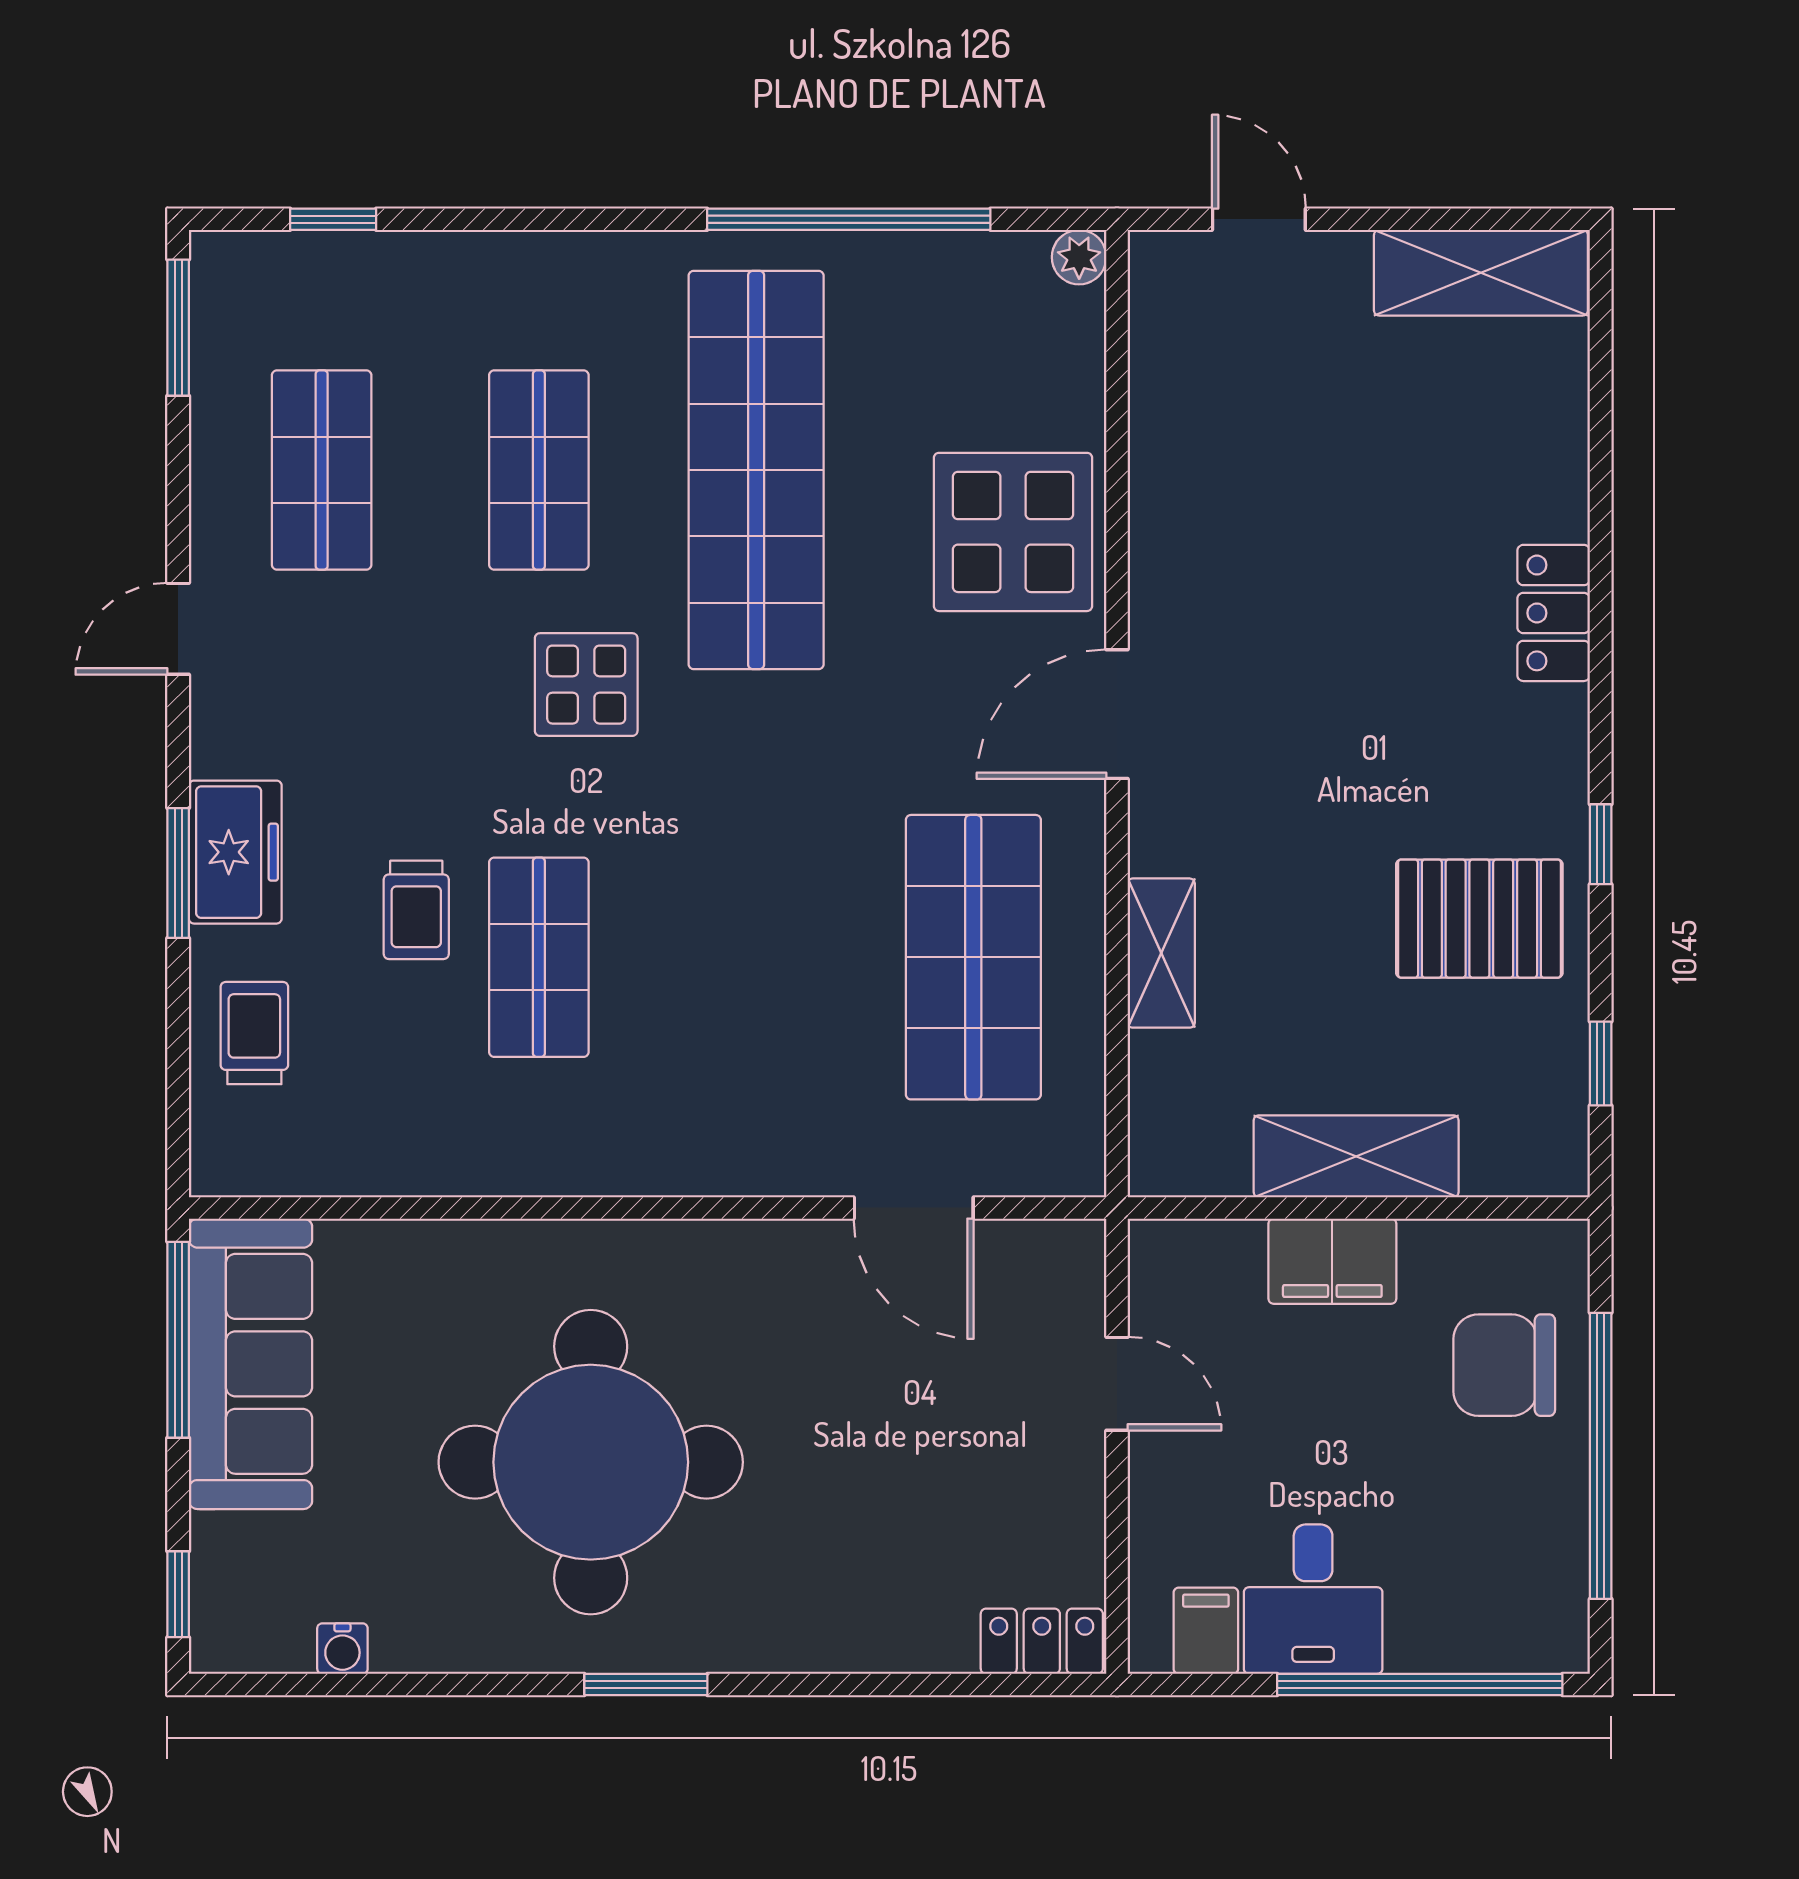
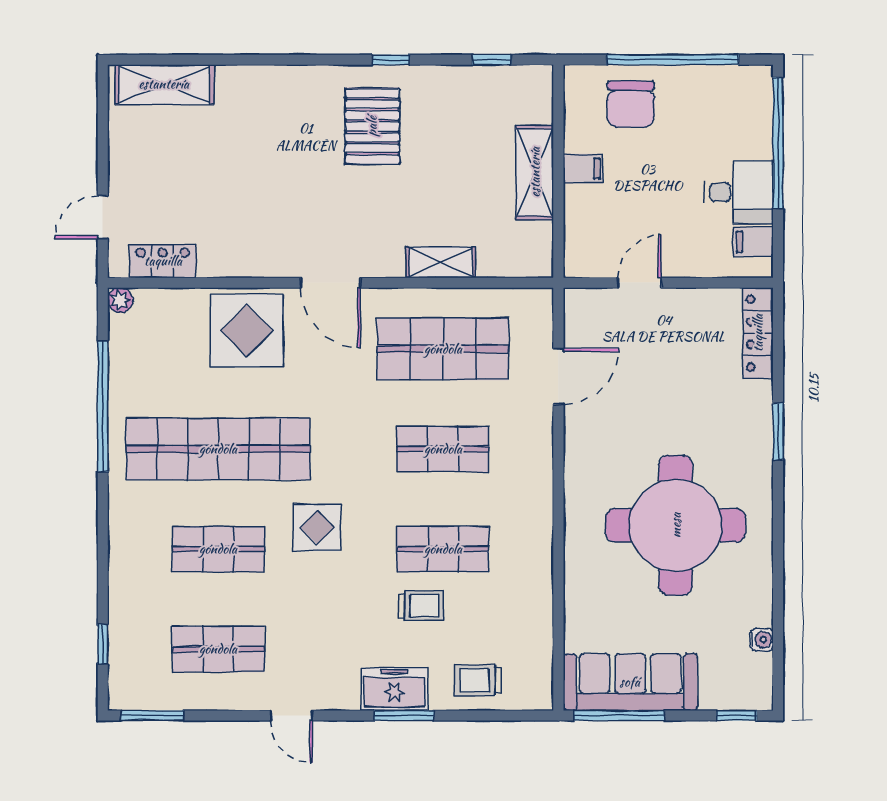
shelving: (1481, 273) -> (164, 84), moved, turned 90
locker: (1554, 613) -> (163, 261), moved, turned 180
pallet: (1479, 919) -> (372, 126), moved
shop shelf: (756, 957) -> (443, 449), added
filing cabinet: (1332, 1261) -> (583, 169), width x0.50
locker: (1042, 1641) -> (758, 333), width x1.53
window: (646, 1684) -> (778, 431), moved

